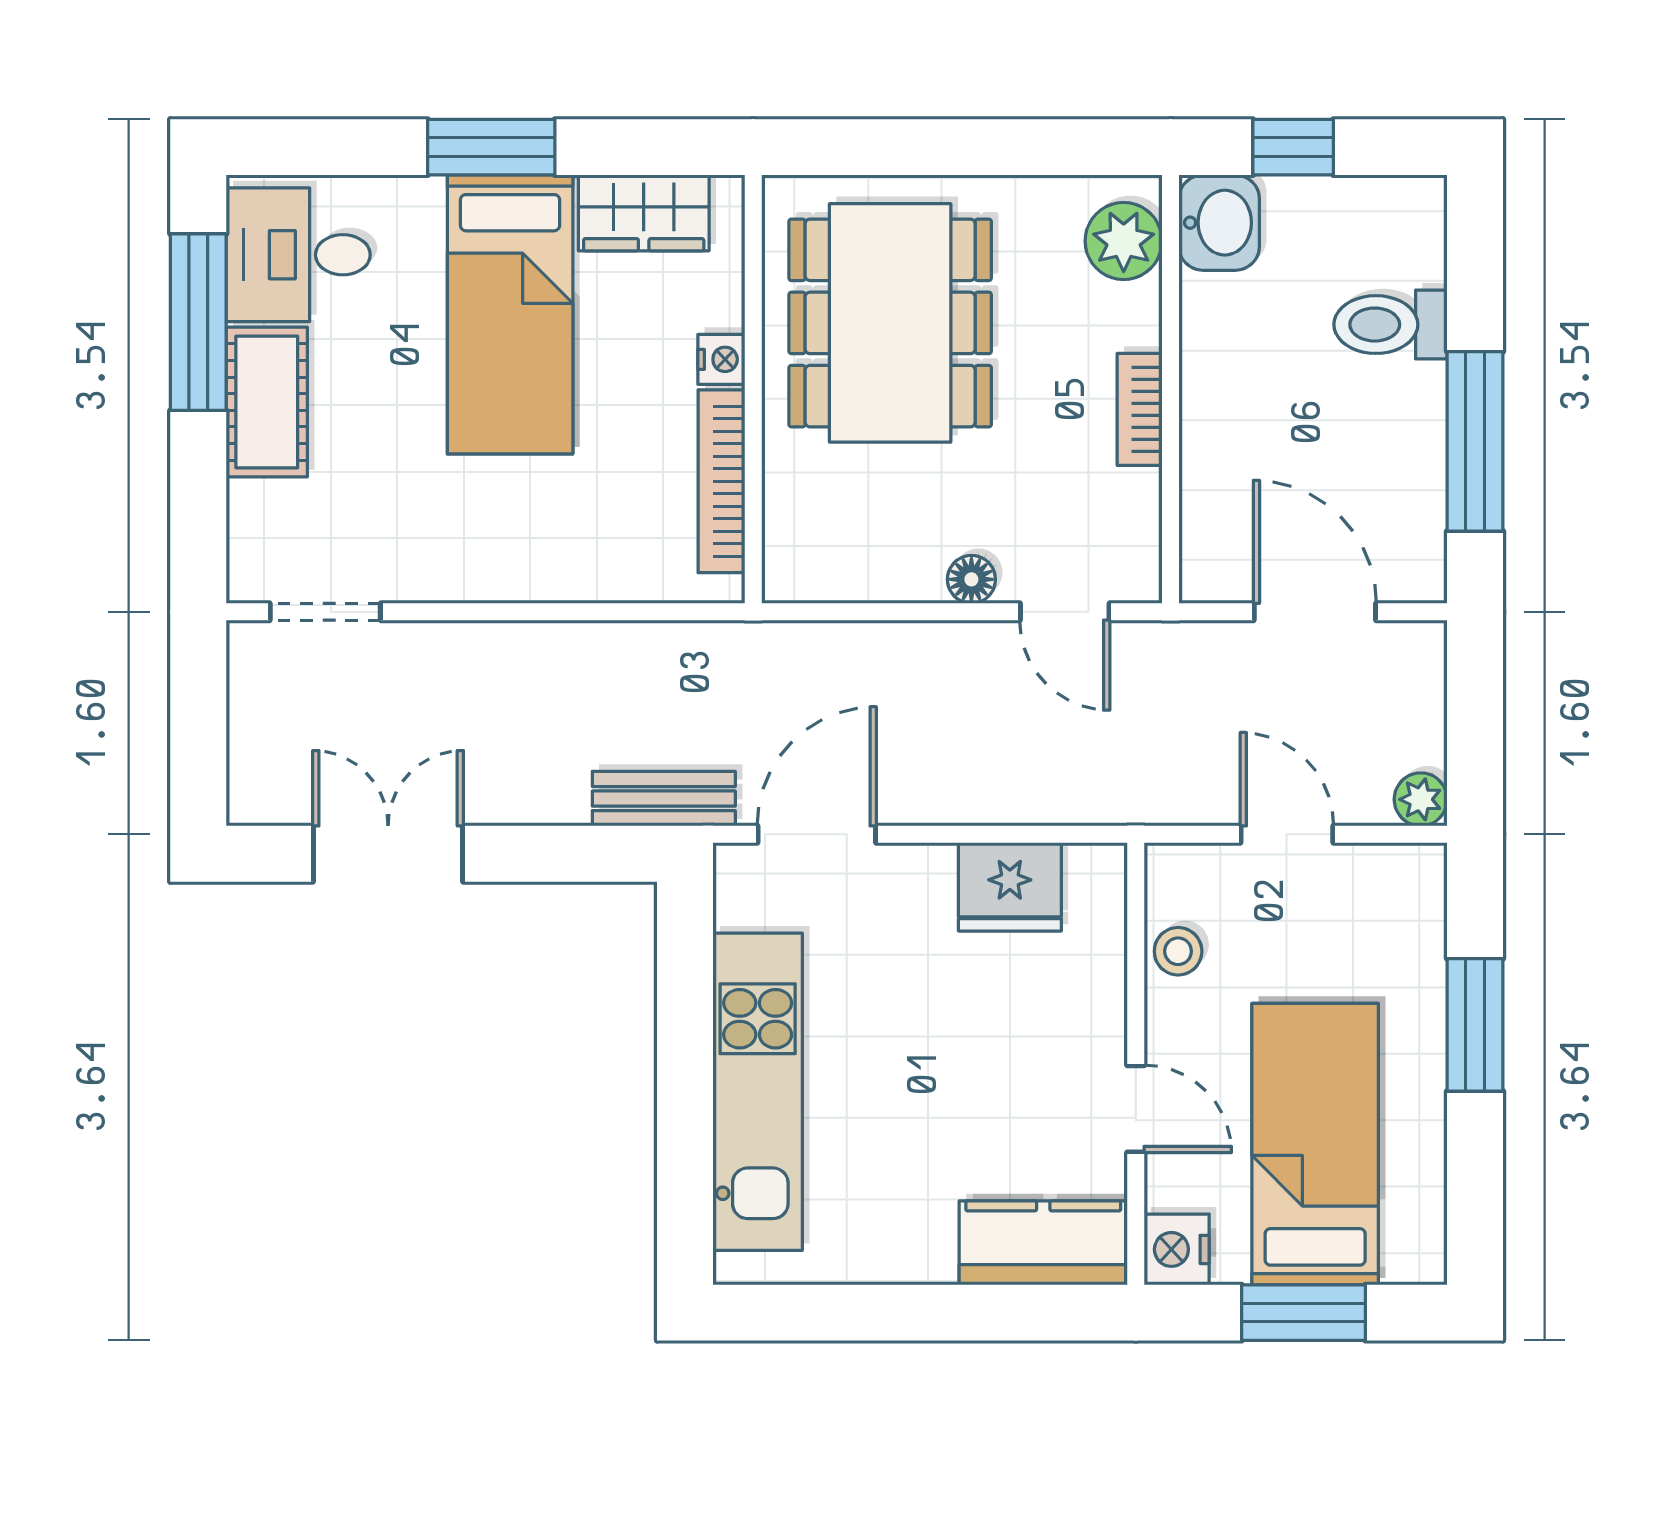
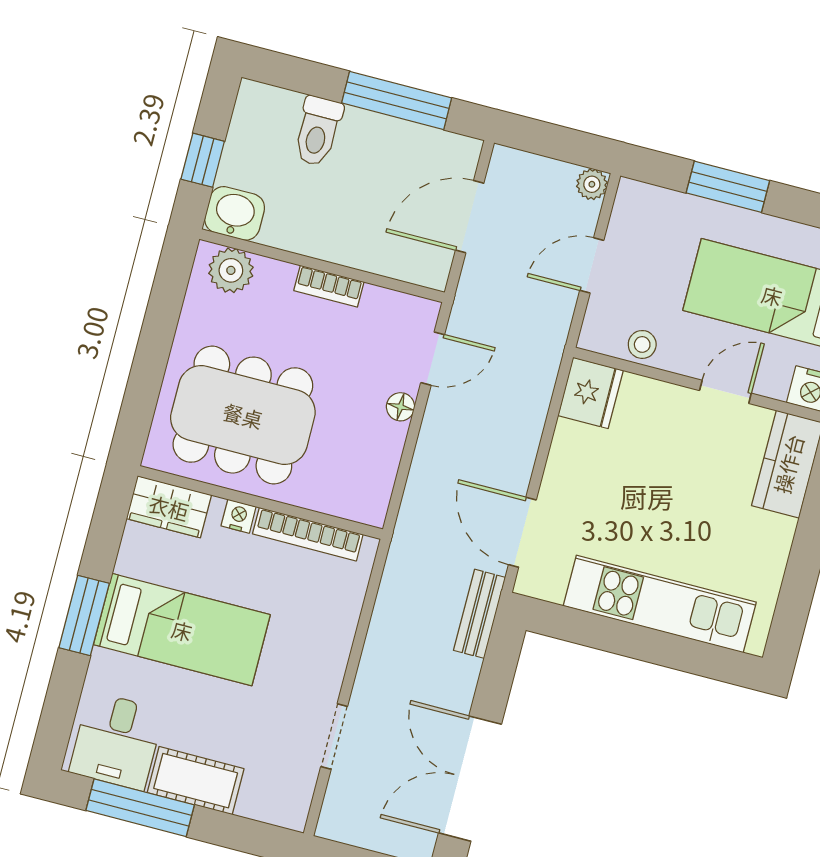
wardrobe: (644, 213) -> (169, 507), moved, turned 90
doorway: (325, 612) -> (334, 736), moved
double door: (388, 854) -> (470, 779), width x1.37
fridge: (1010, 887) -> (591, 393), moved

